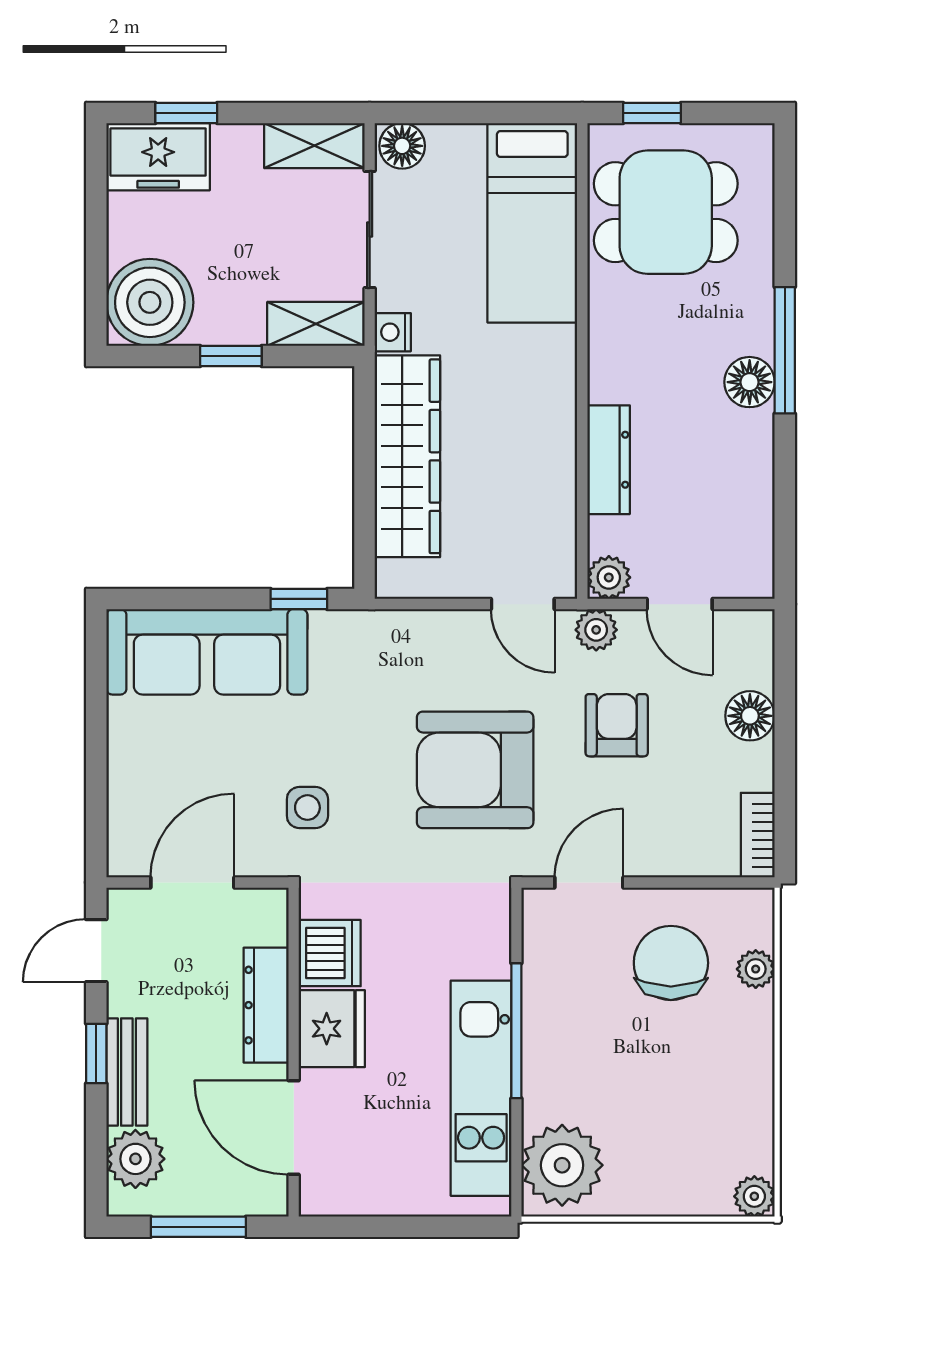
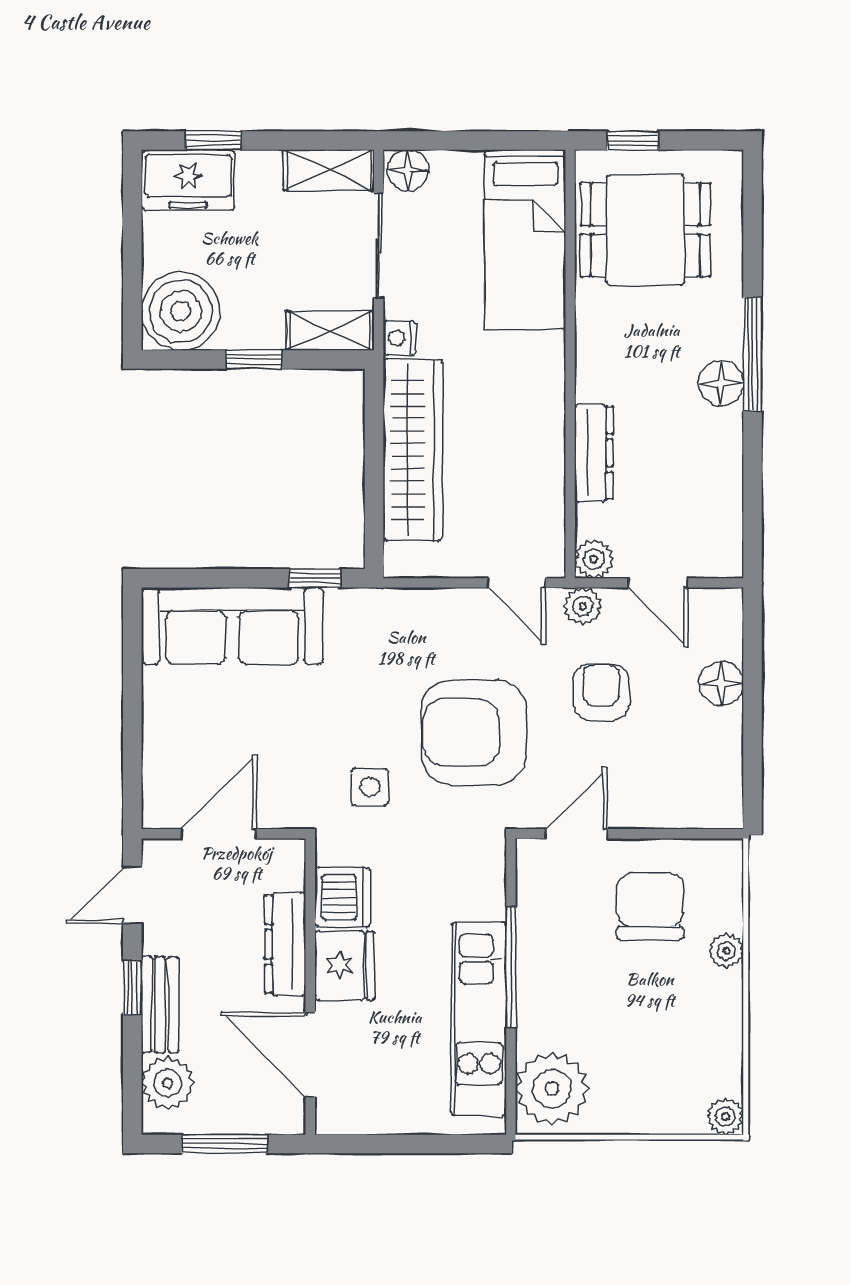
side table: (307, 808) -> (370, 787), moved
bookcase: (758, 835) -> (728, 791), removed
plant: (756, 969) -> (726, 951), moved

